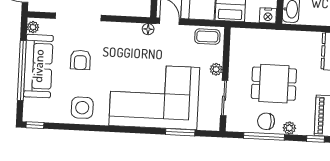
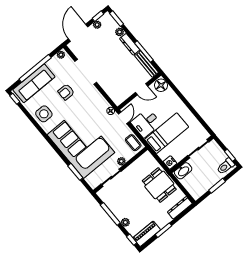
sofa: (38, 66) -> (34, 83), moved
dining table: (274, 84) -> (159, 185), moved
chair: (266, 121) -> (118, 208), removed

